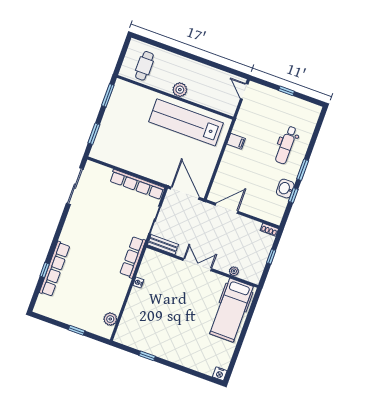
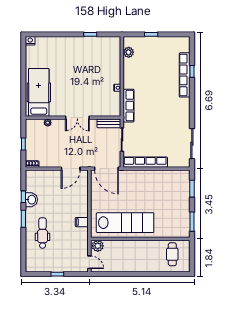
plant: (180, 90) -> (98, 246), moved

